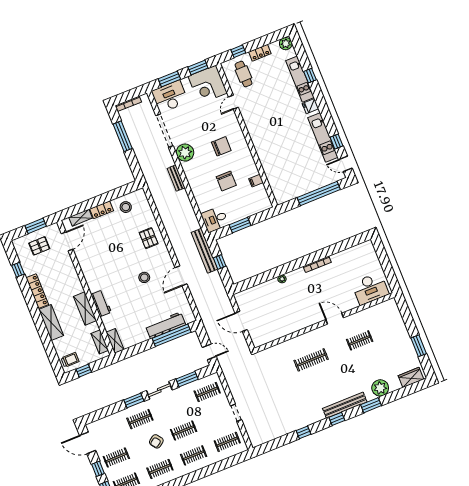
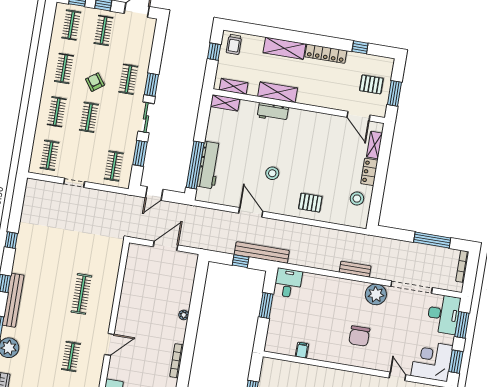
chair: (226, 181) -> (320, 319), removed
pallet: (39, 246) -> (371, 84), turned 90

